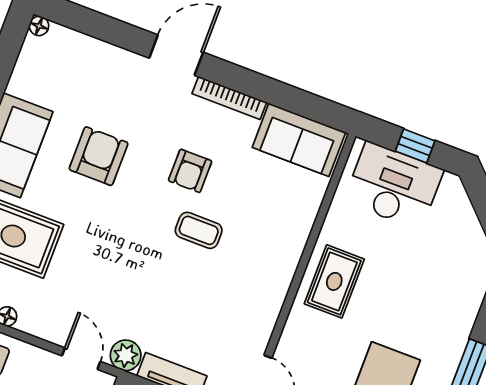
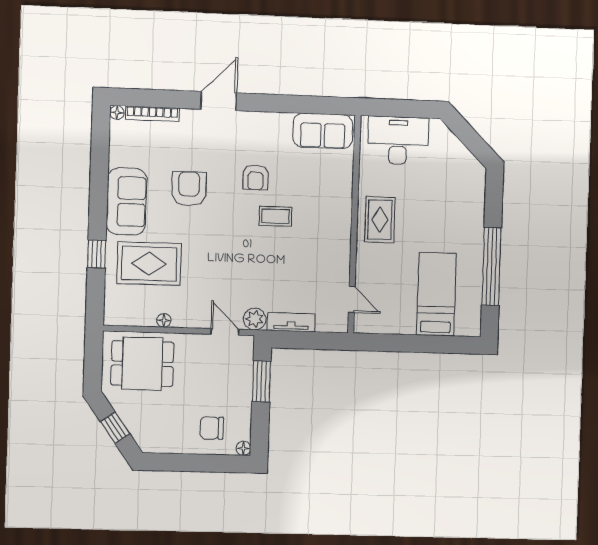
bookcase: (229, 98) -> (152, 114), moved
window: (415, 146) -> (403, 108), removed

